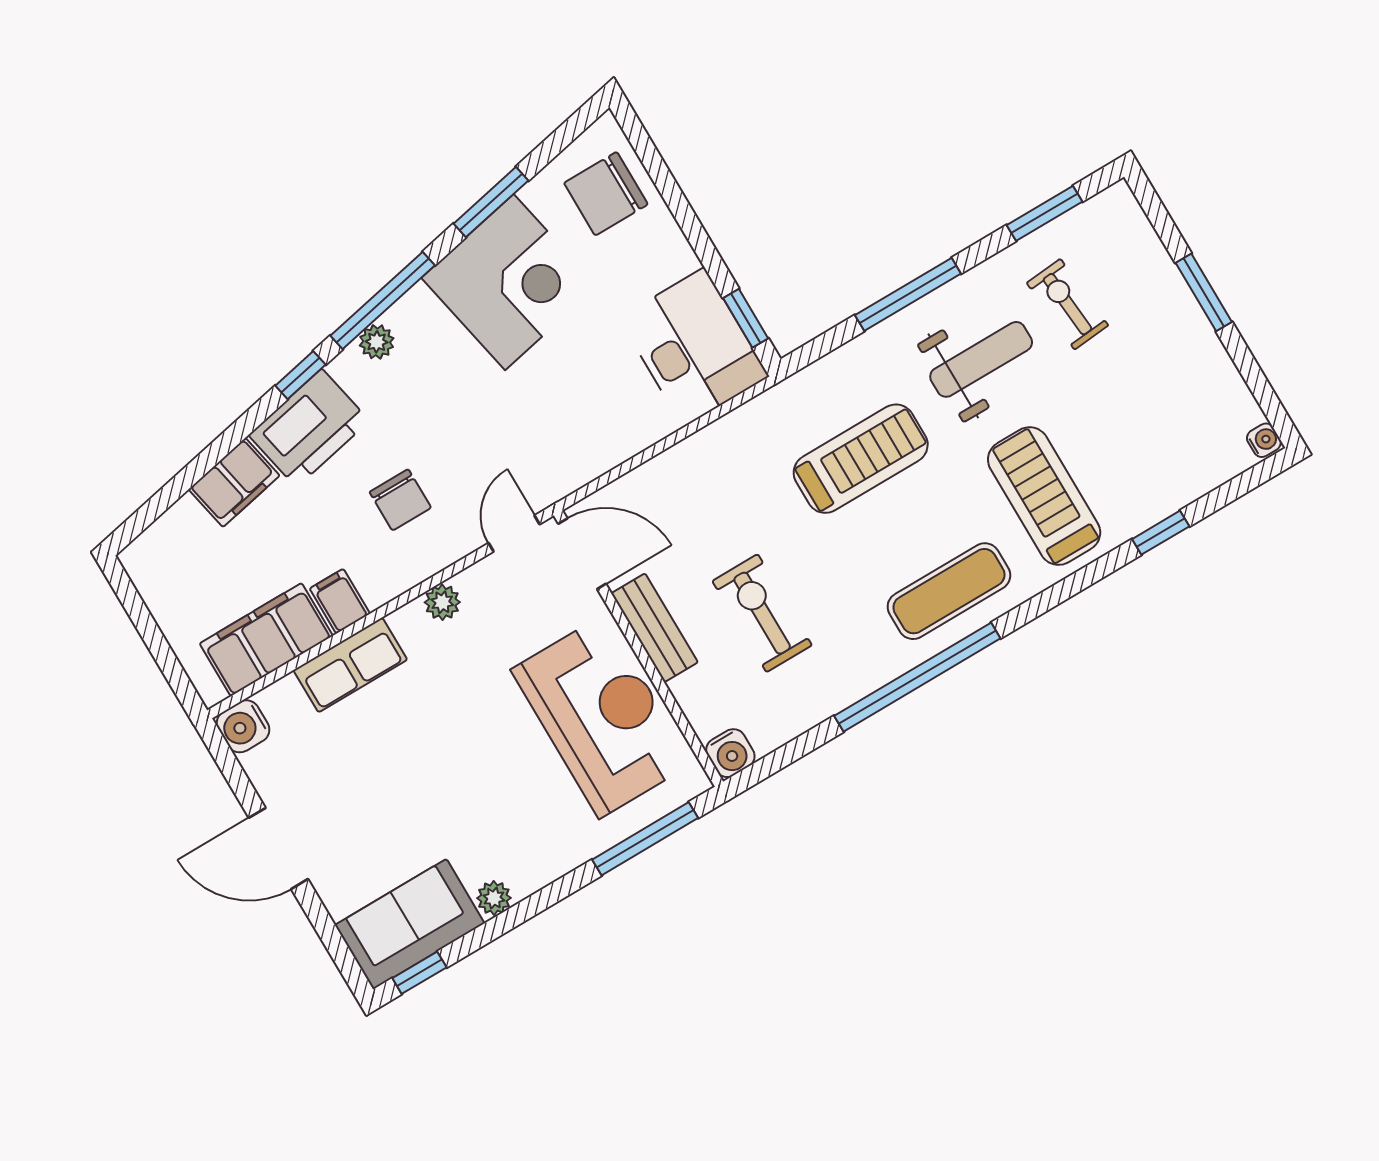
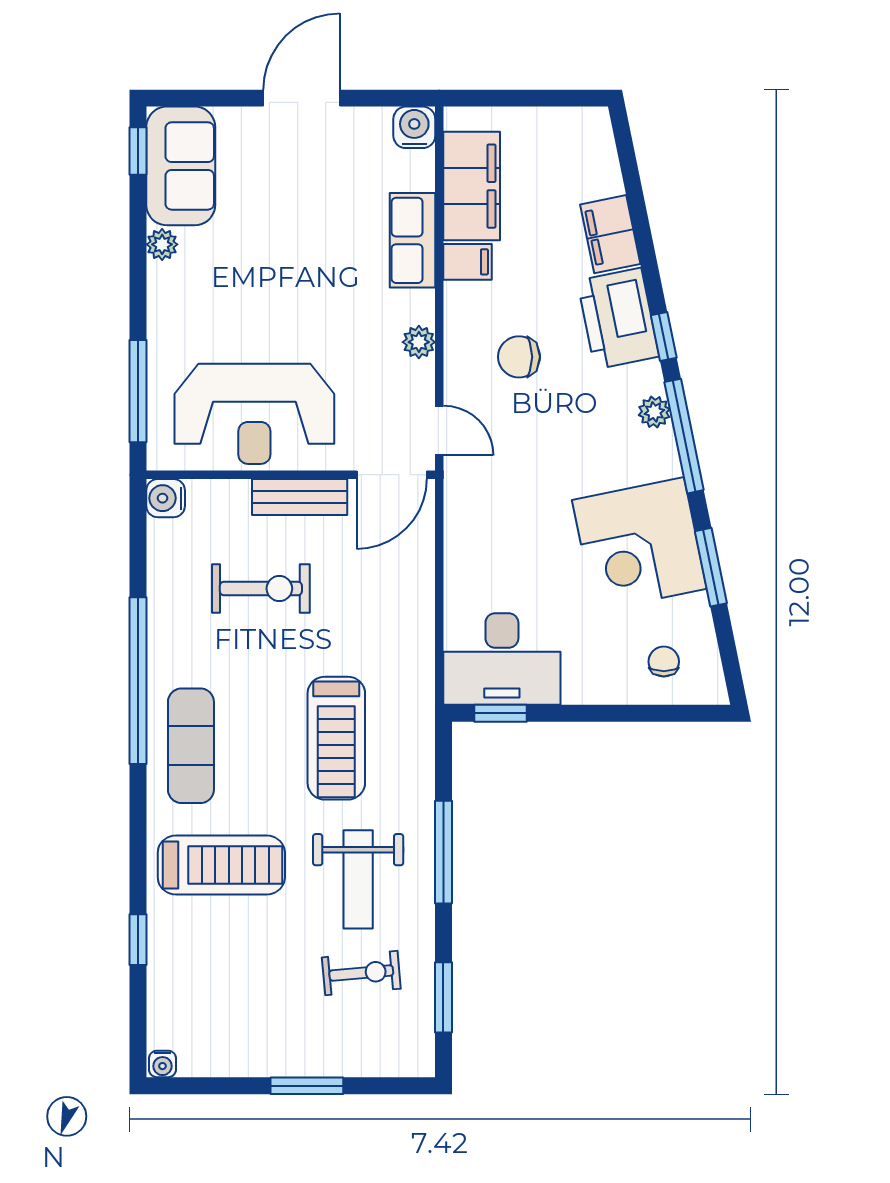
chair: (606, 194) -> (664, 662), width x0.54, depth x0.54

